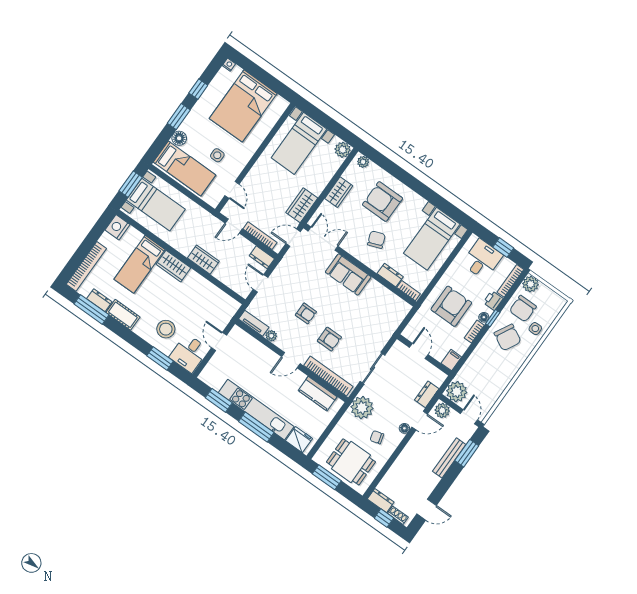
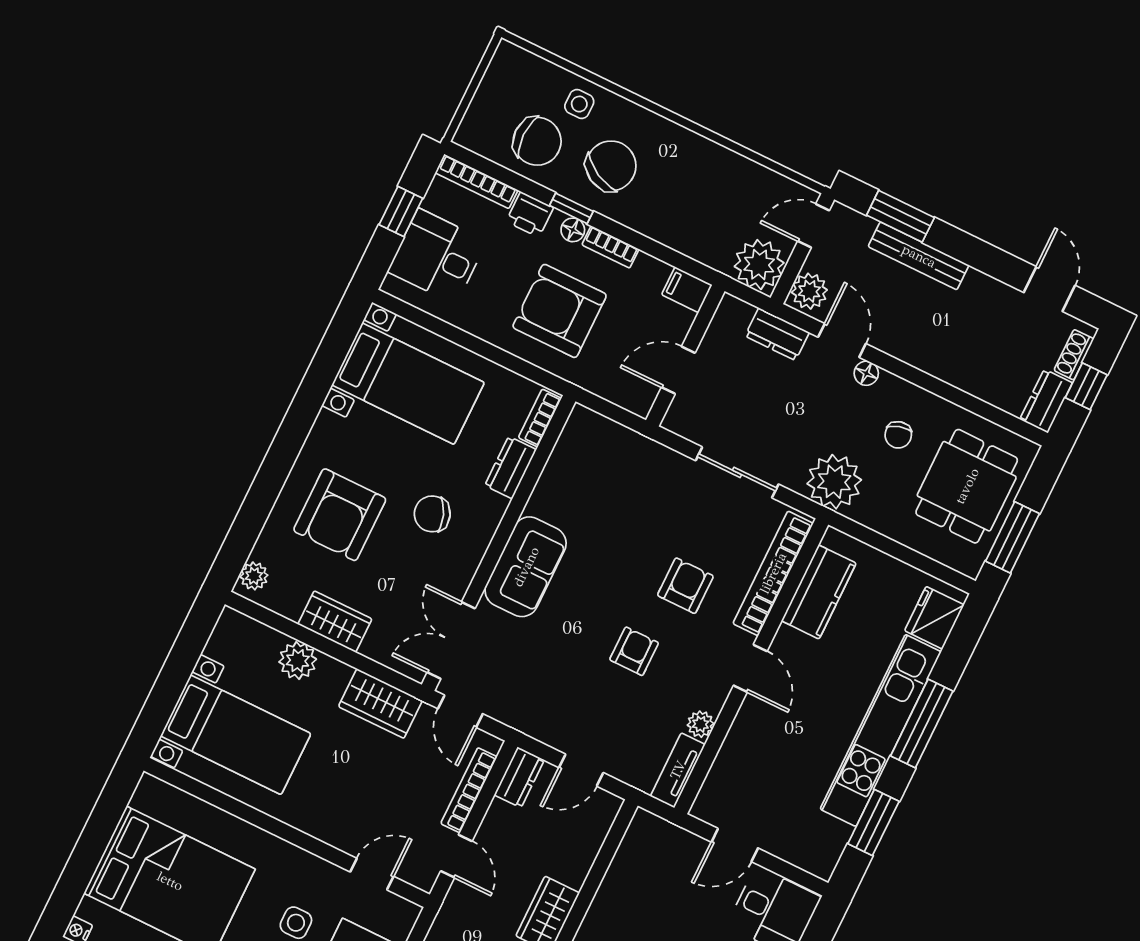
plant: (343, 150) -> (298, 661), moved
plant: (531, 284) -> (476, 133), removed

